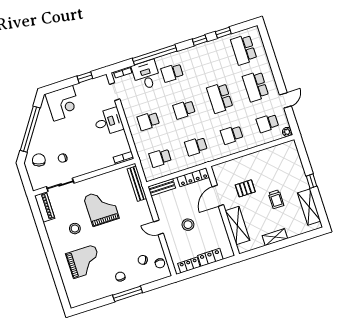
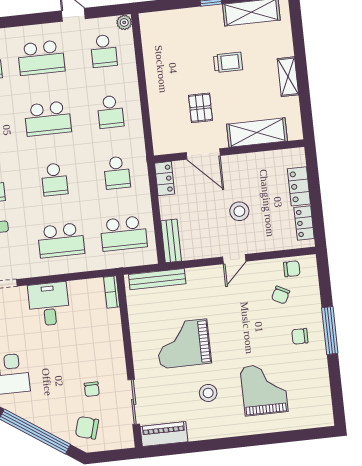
school desk: (148, 121) -> (61, 240), width x1.85
school desk: (160, 158) -> (124, 234), width x1.85
locker: (193, 177) -> (165, 179), width x0.66

